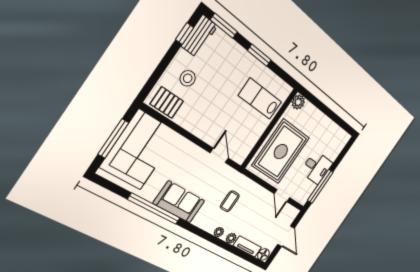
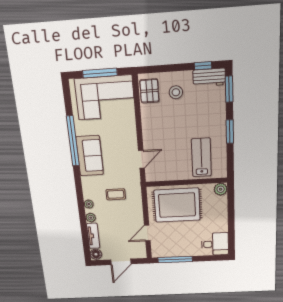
desk: (317, 168) -> (215, 244), moved, turned -90

